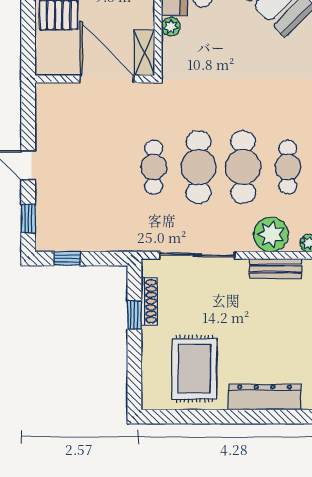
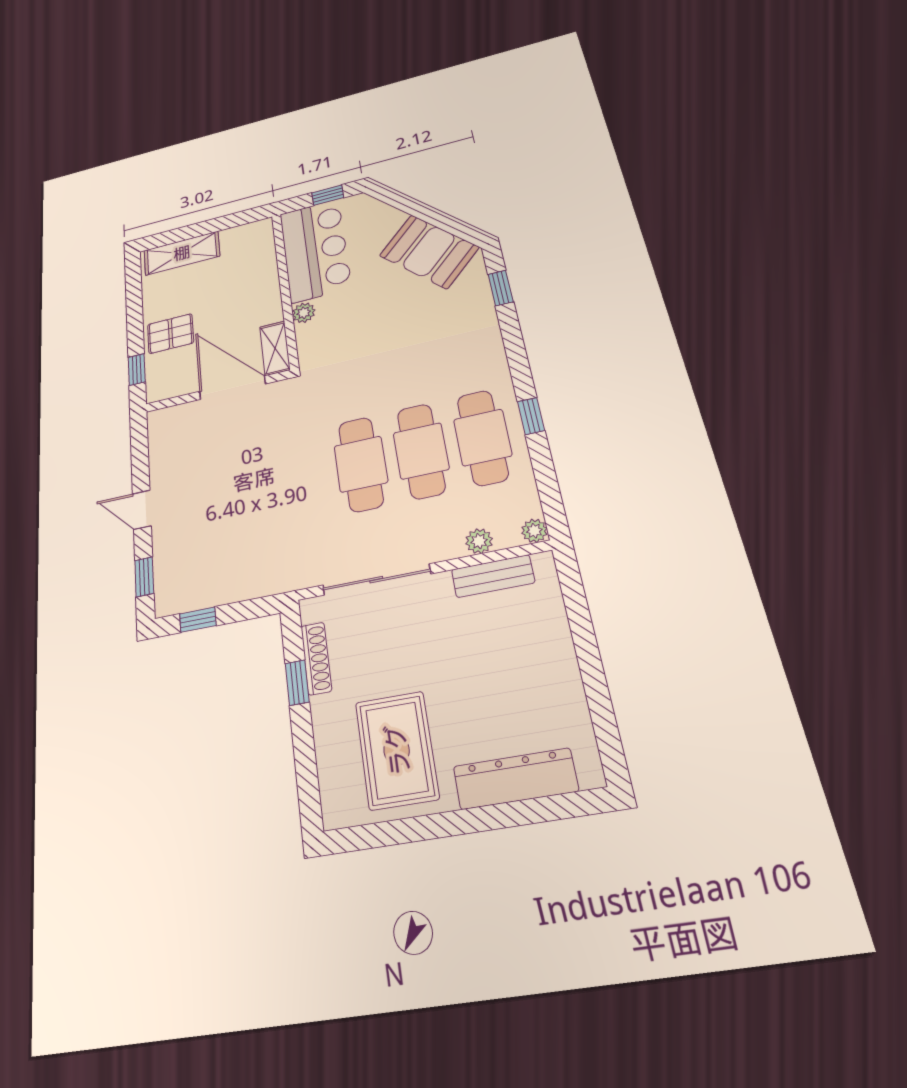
window: (28, 41) -> (137, 369), added
cafe table: (154, 167) -> (302, 477), removed
cafe table: (288, 167) -> (483, 437), width x1.37, depth x1.35
plant: (271, 234) -> (479, 541), width x0.53, depth x0.53

